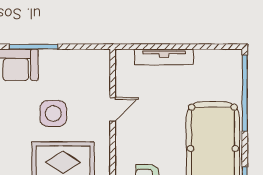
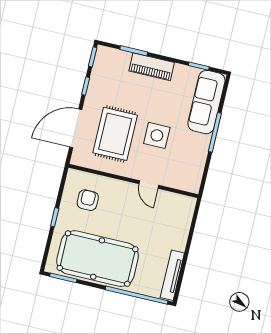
tv unit: (164, 57) -> (172, 275), moved

